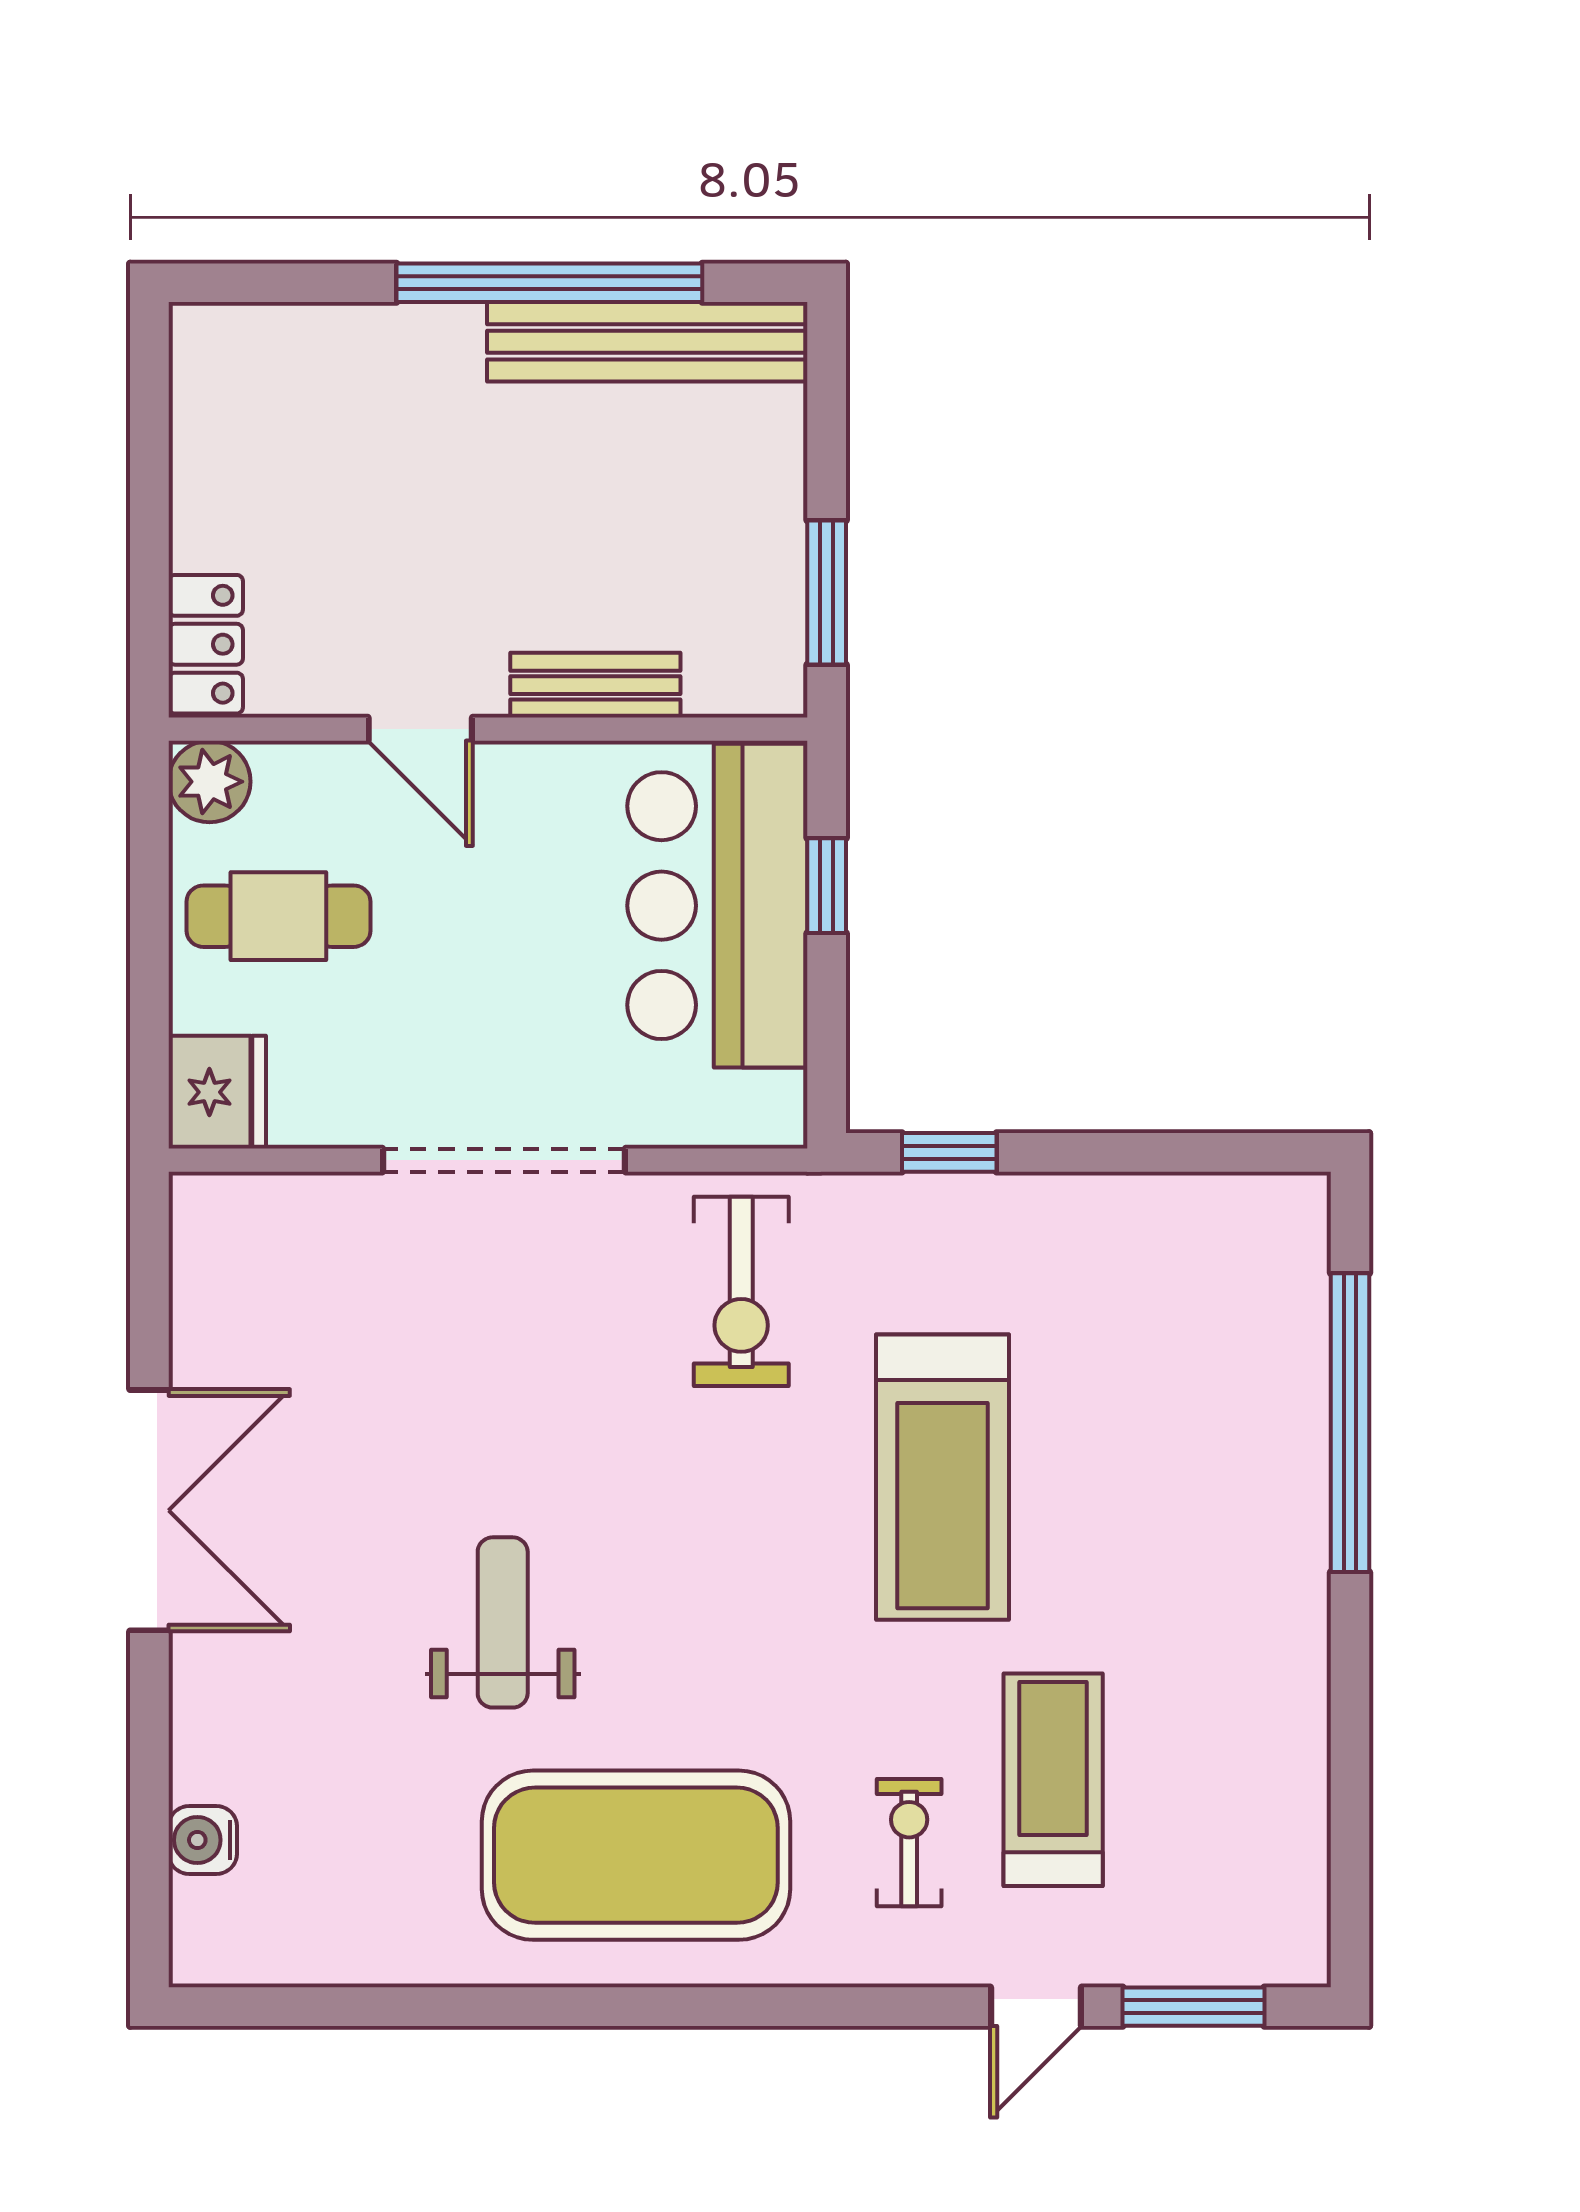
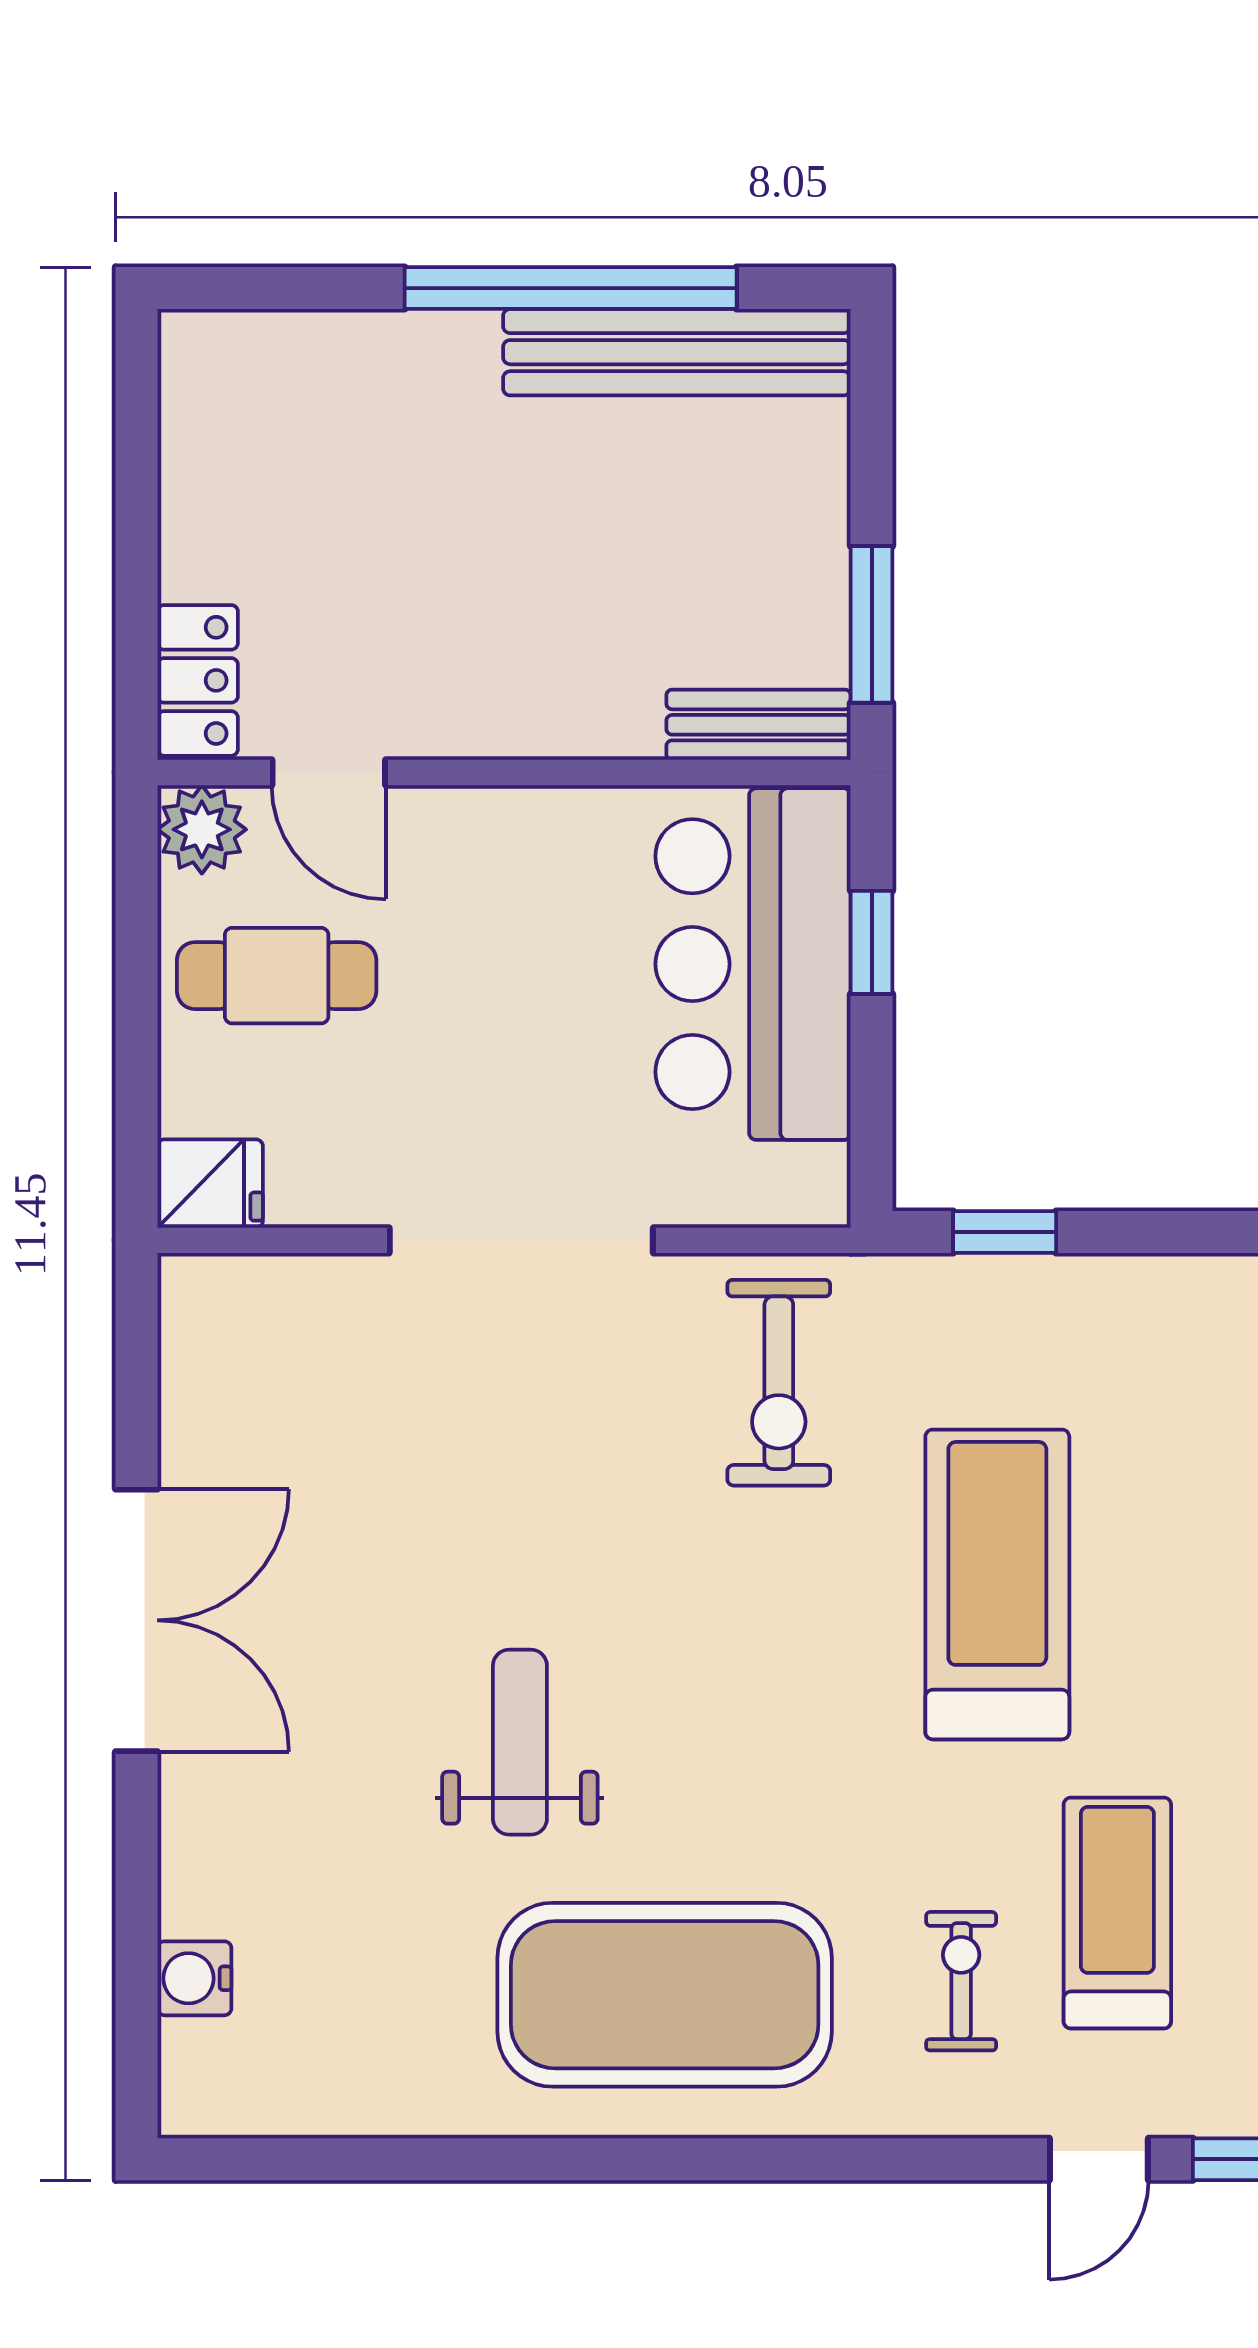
bench: (595, 685) -> (759, 725), moved
door: (420, 729) -> (329, 773), moved
fridge: (217, 1092) -> (210, 1184), width x0.72
treadmill: (942, 1477) -> (997, 1584), turned 180

